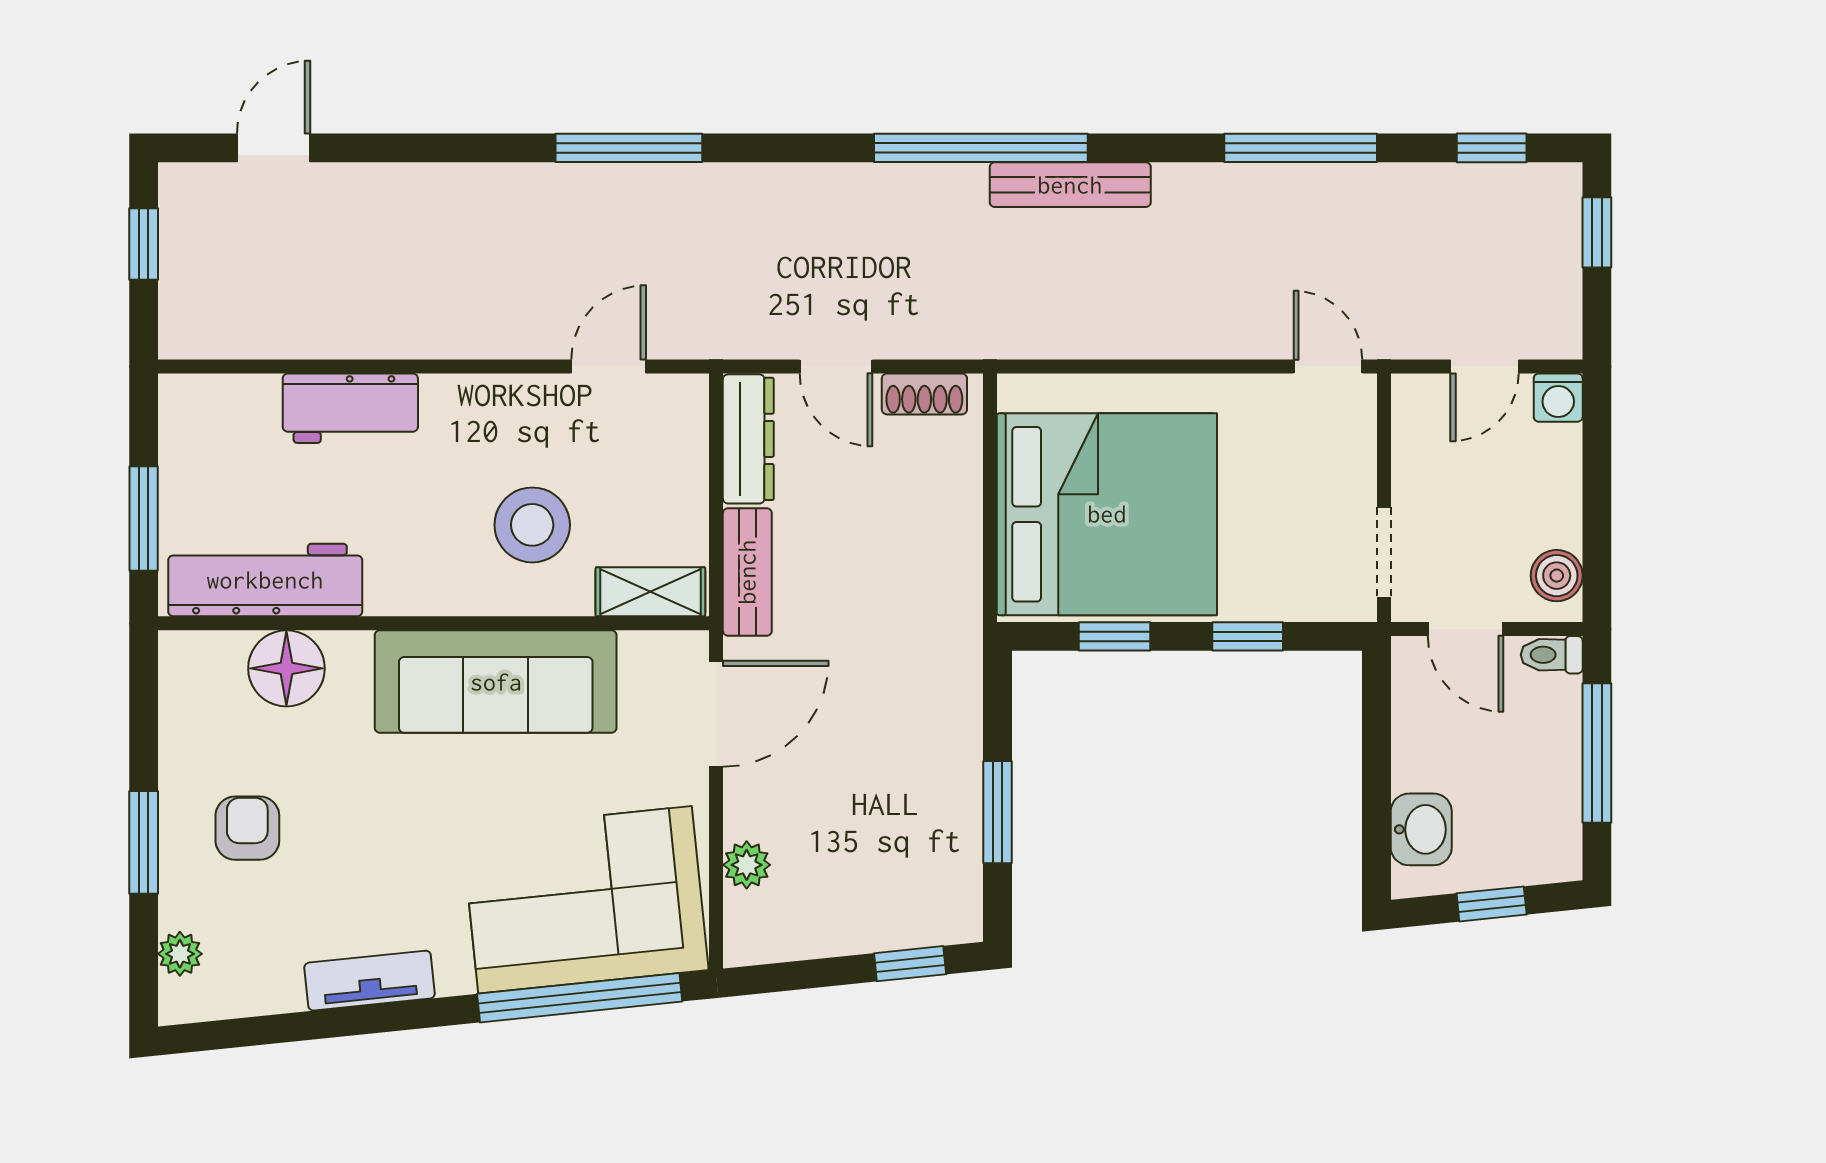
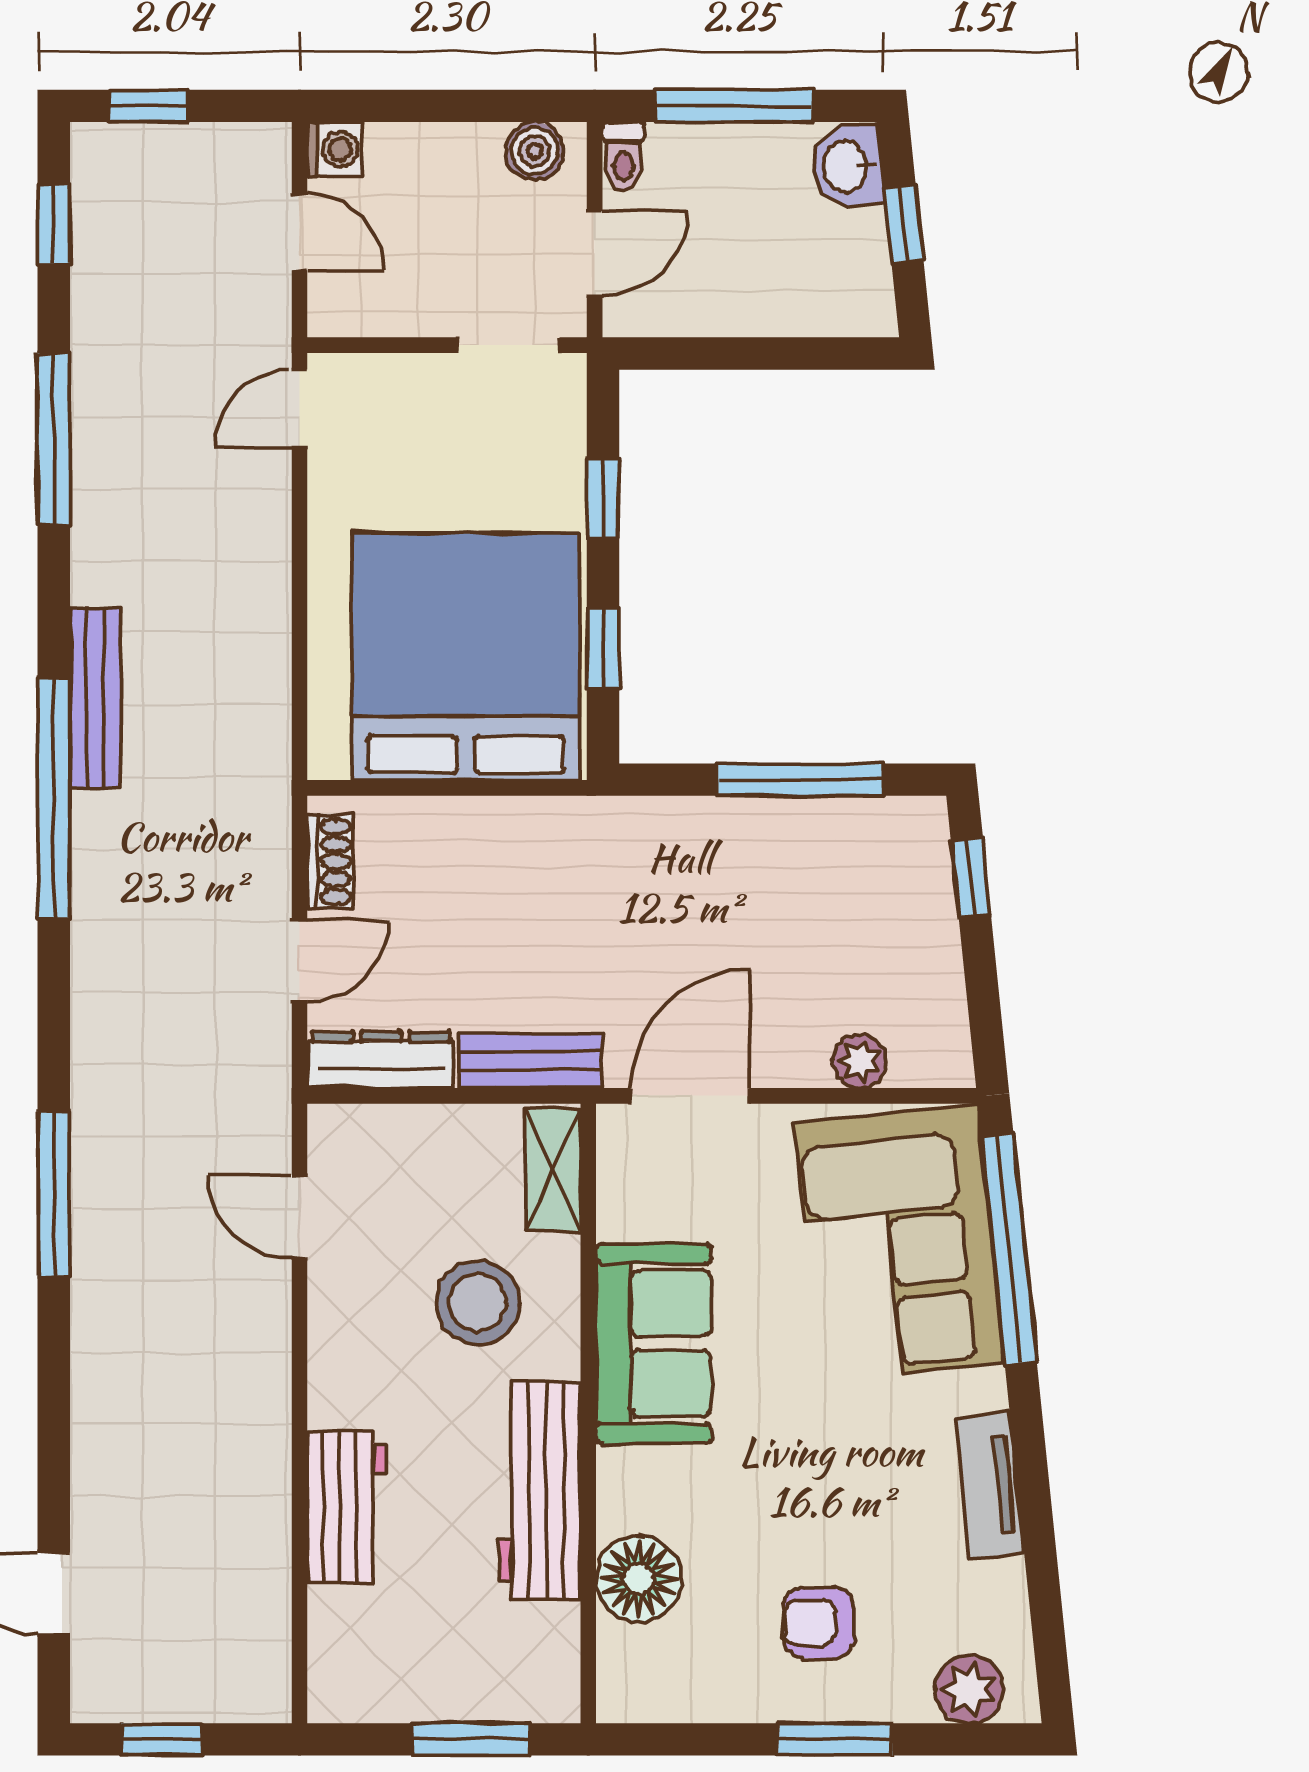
workbench: (265, 580) -> (540, 1490), moved
sofa: (496, 682) -> (654, 1344), width x0.73
door: (716, 714) -> (690, 1096), hinge flipped
window: (997, 812) -> (800, 780), width x1.44
washbasin: (1421, 829) -> (847, 166), moved, turned -96
plant: (180, 954) -> (969, 1689), width x1.38, depth x1.38

